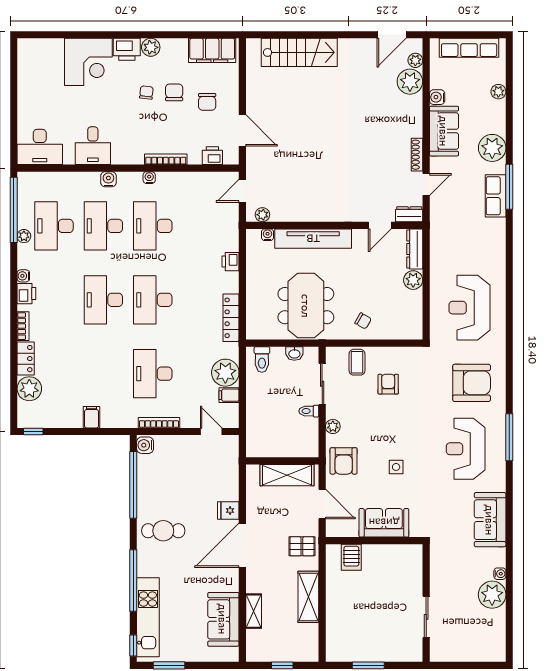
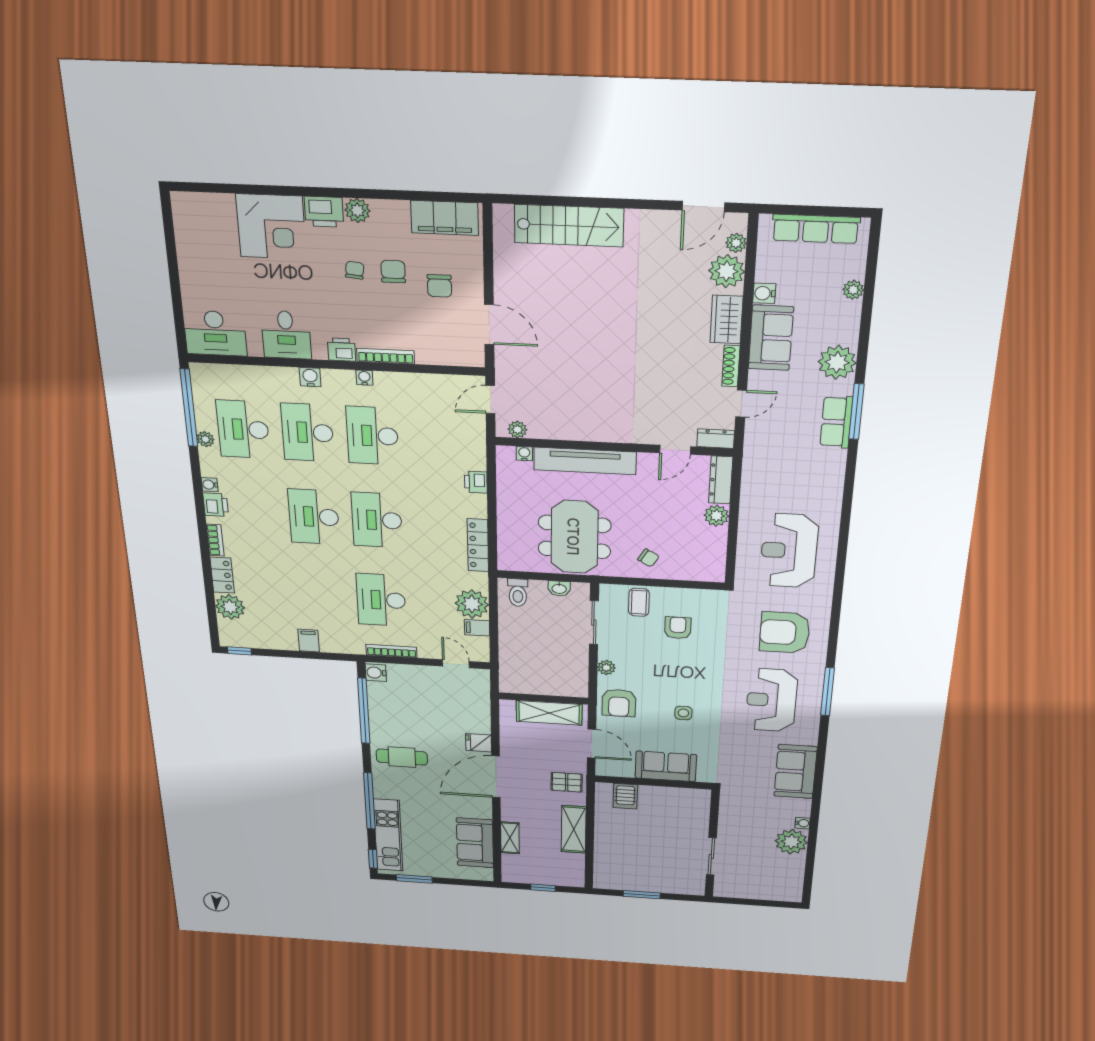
wardrobe: (412, 118) -> (727, 320), added
printer: (212, 156) -> (342, 350), moved
armchair: (472, 383) -> (785, 633), turned 180
toilet: (309, 411) -> (577, 650), removed

